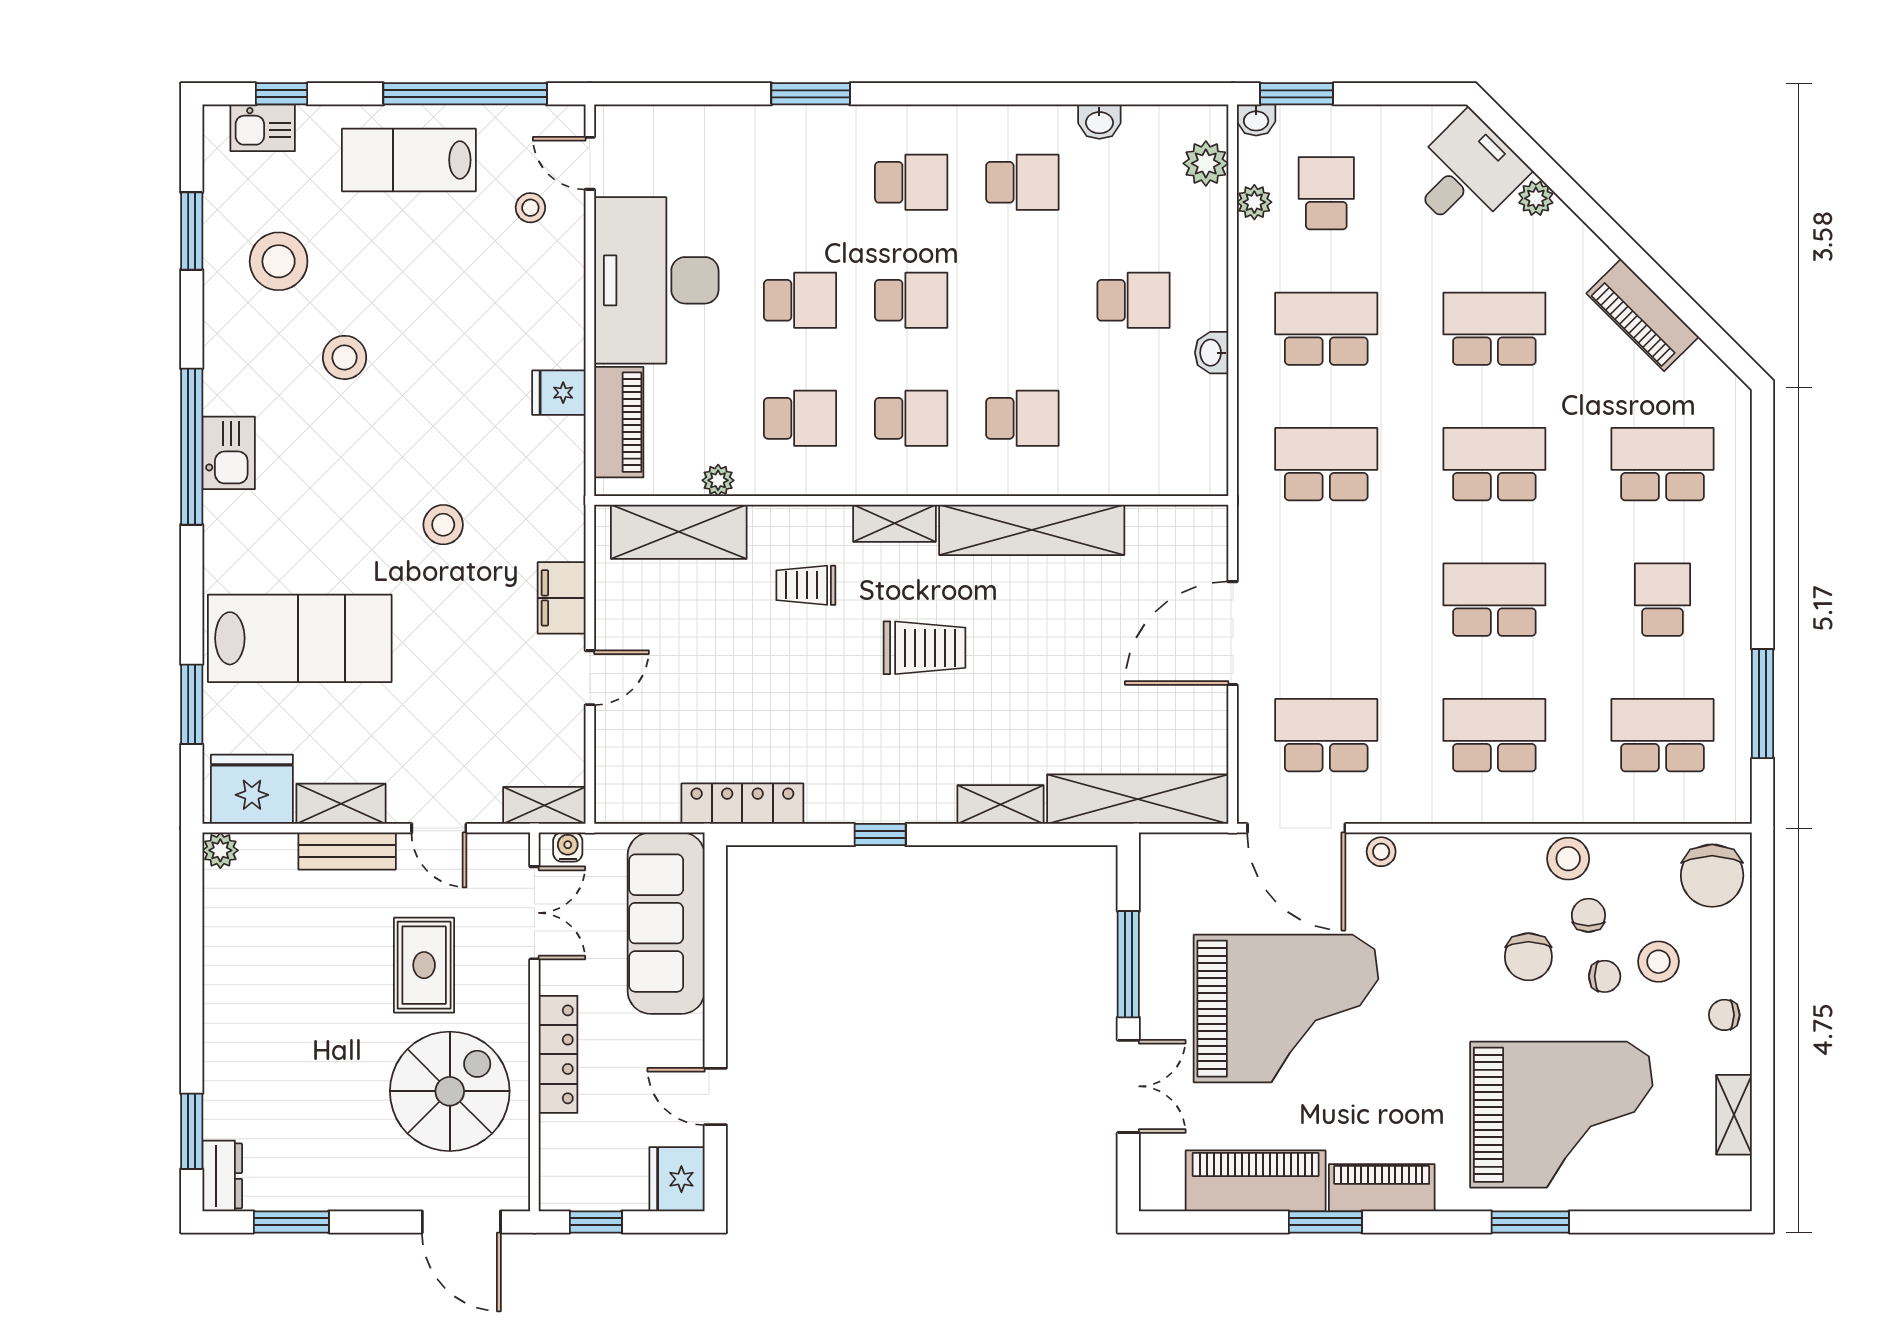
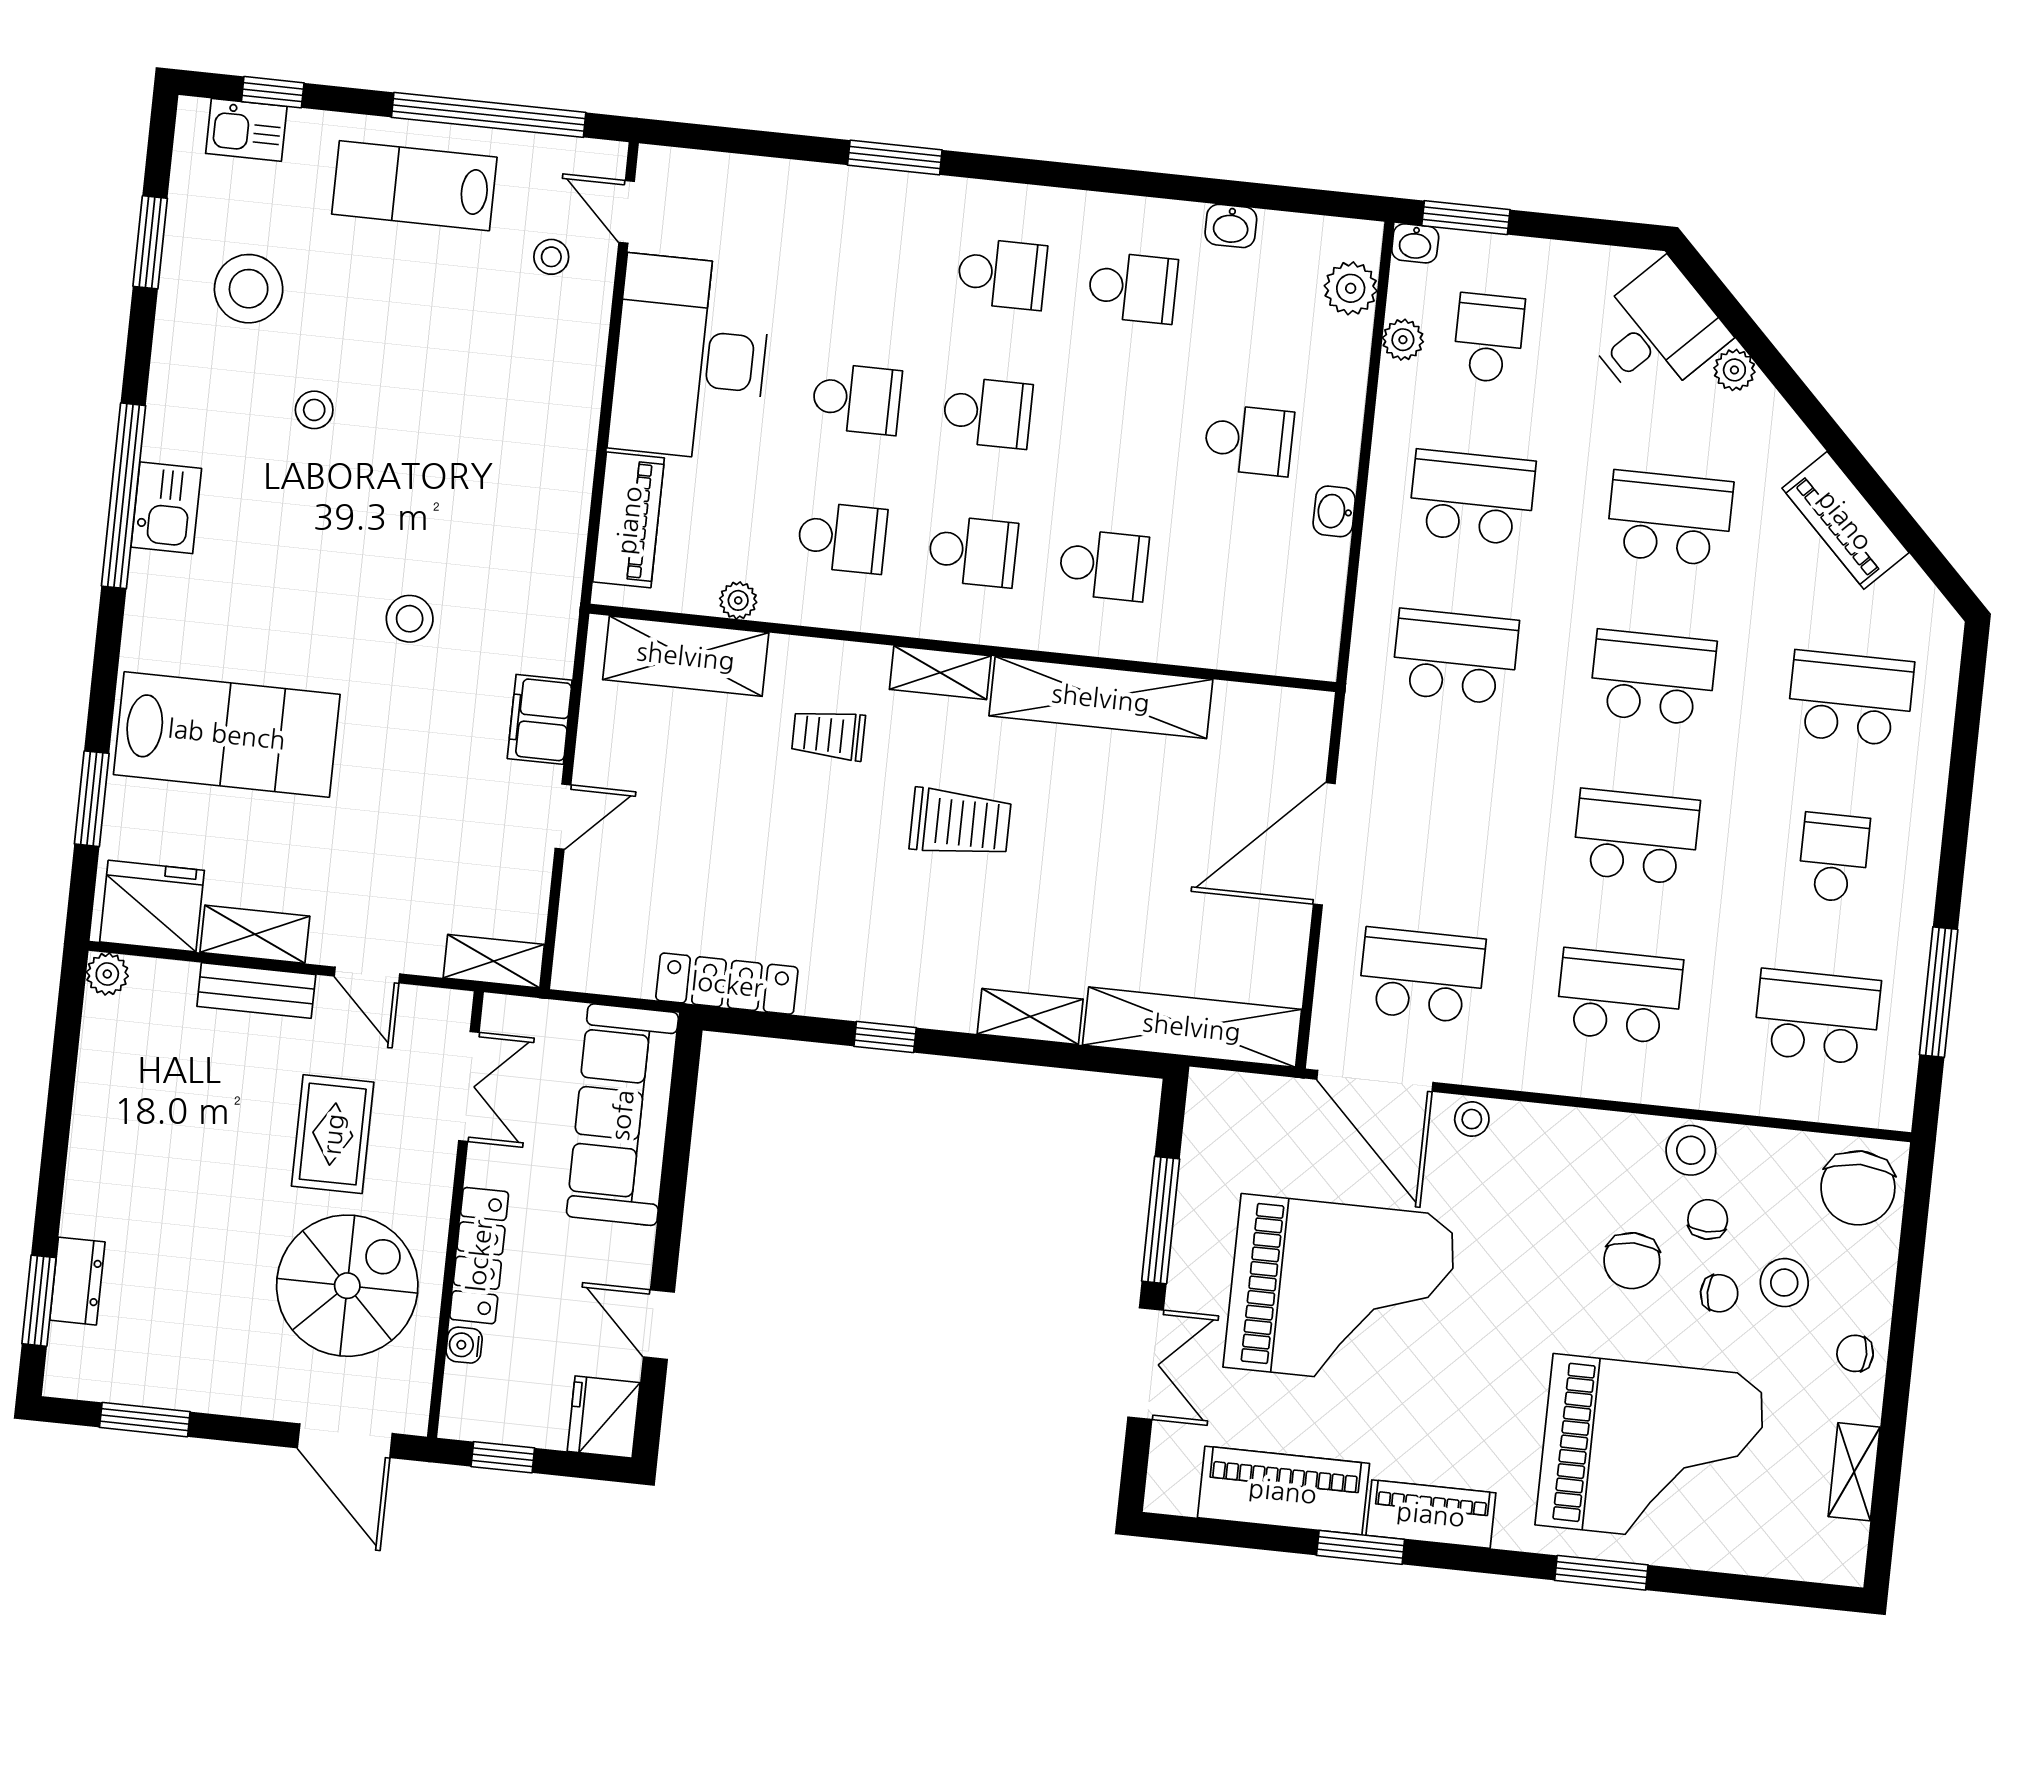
stool: (345, 357) -> (314, 410), width x0.73, depth x0.73
fridge: (559, 393) -> (562, 478), removed
water cooler: (568, 847) -> (464, 1345), moved, turned -90
dresser: (222, 1176) -> (77, 1281), moved

